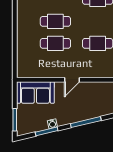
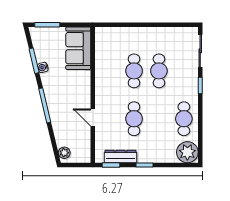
door: (72, 80) -> (93, 118), moved

